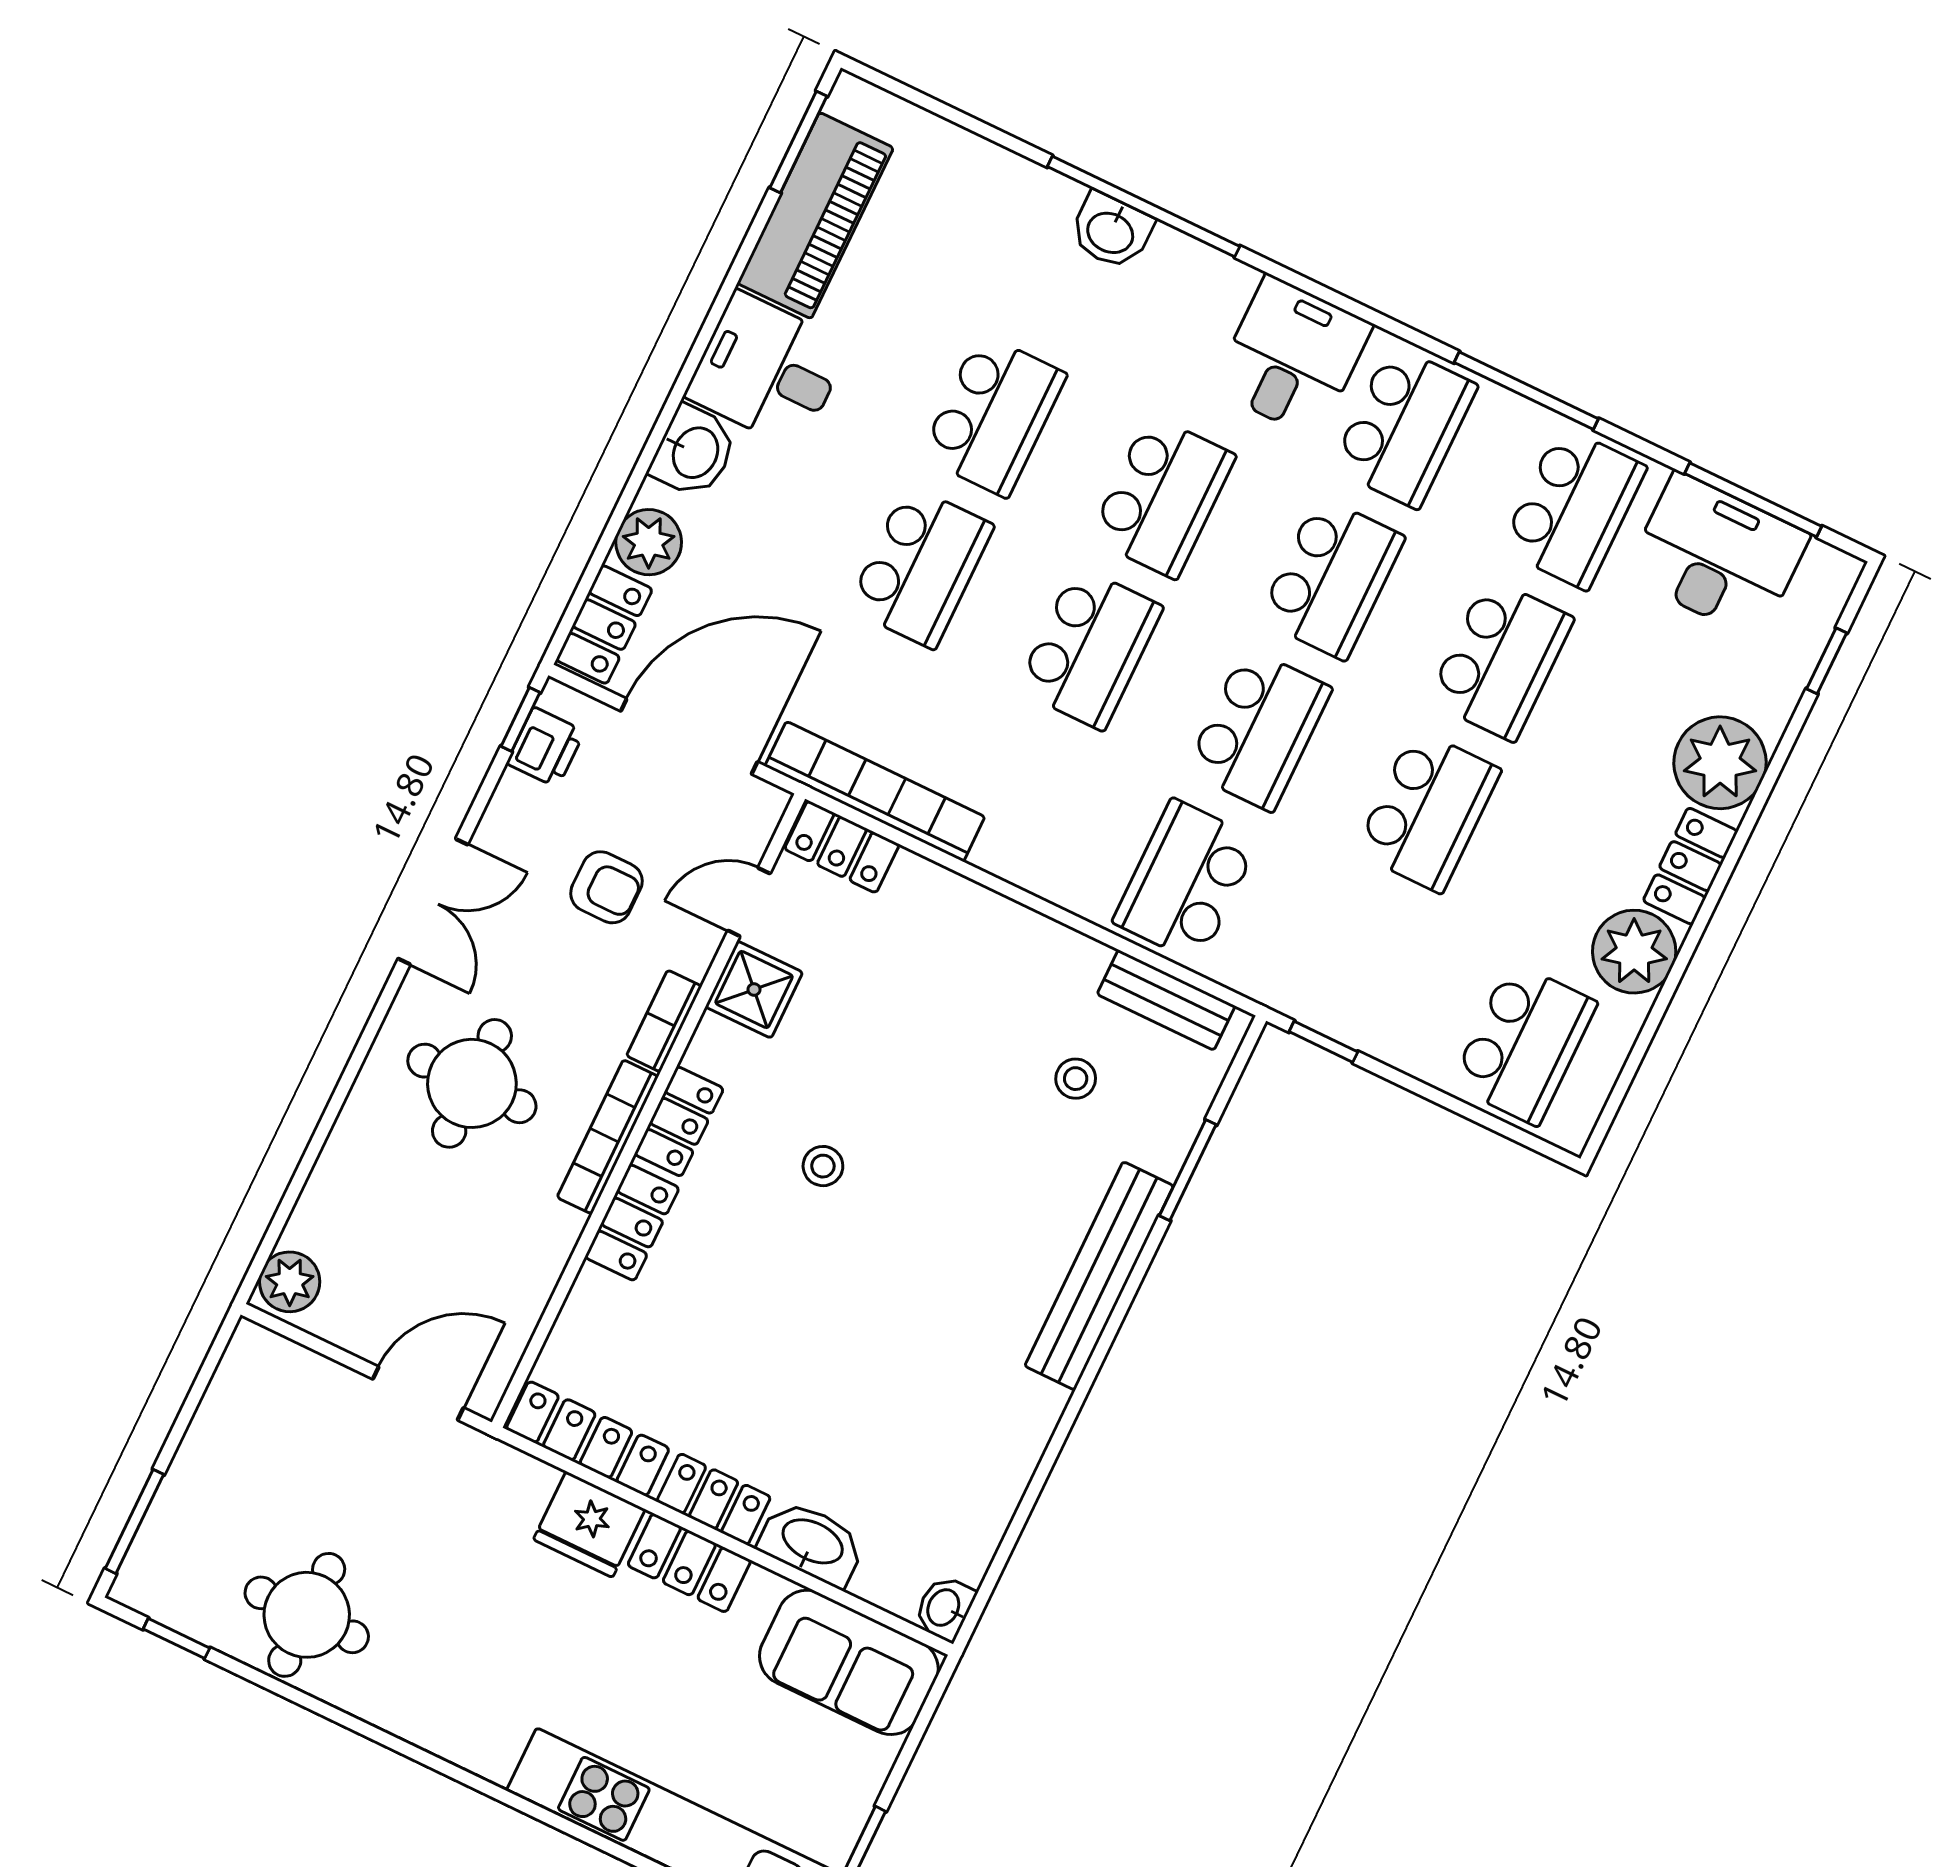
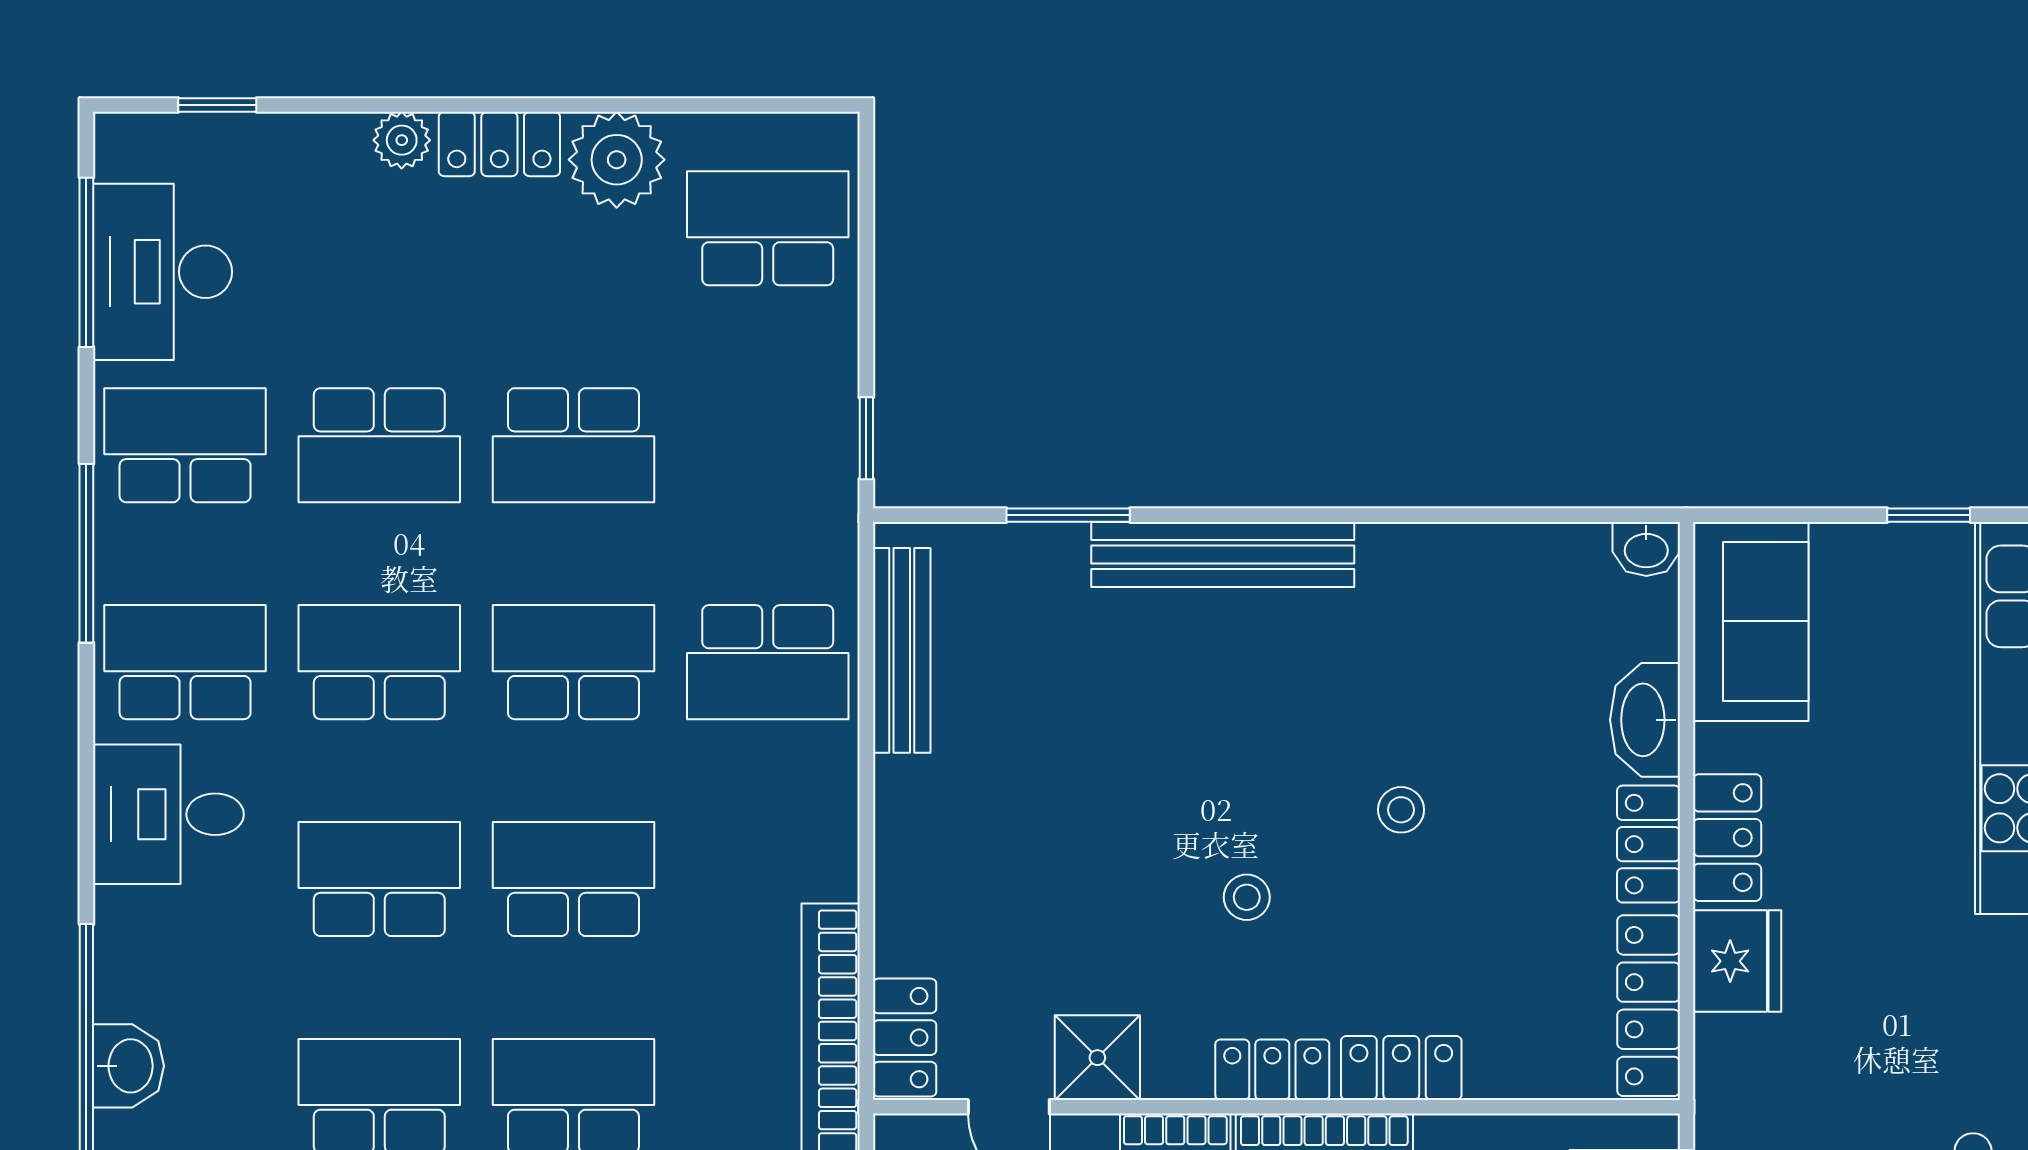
school desk: (1501, 659) -> (379, 445), turned 180
plant: (1720, 763) -> (402, 140), width x0.53, depth x0.53
school desk: (1428, 811) -> (573, 445), turned 180
bench: (1166, 1000) -> (902, 650), width x1.36
stool: (1076, 1079) -> (1401, 810), moved

